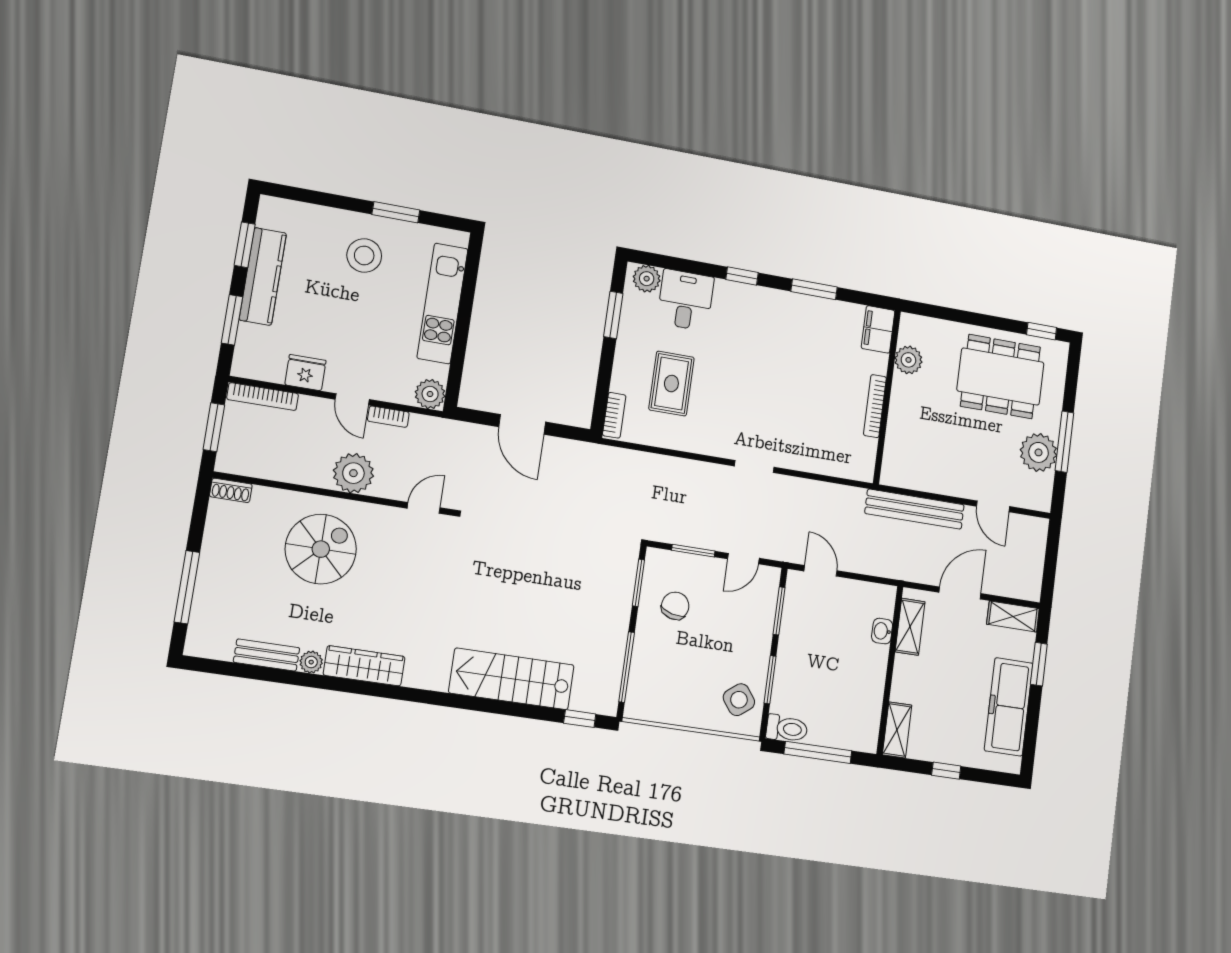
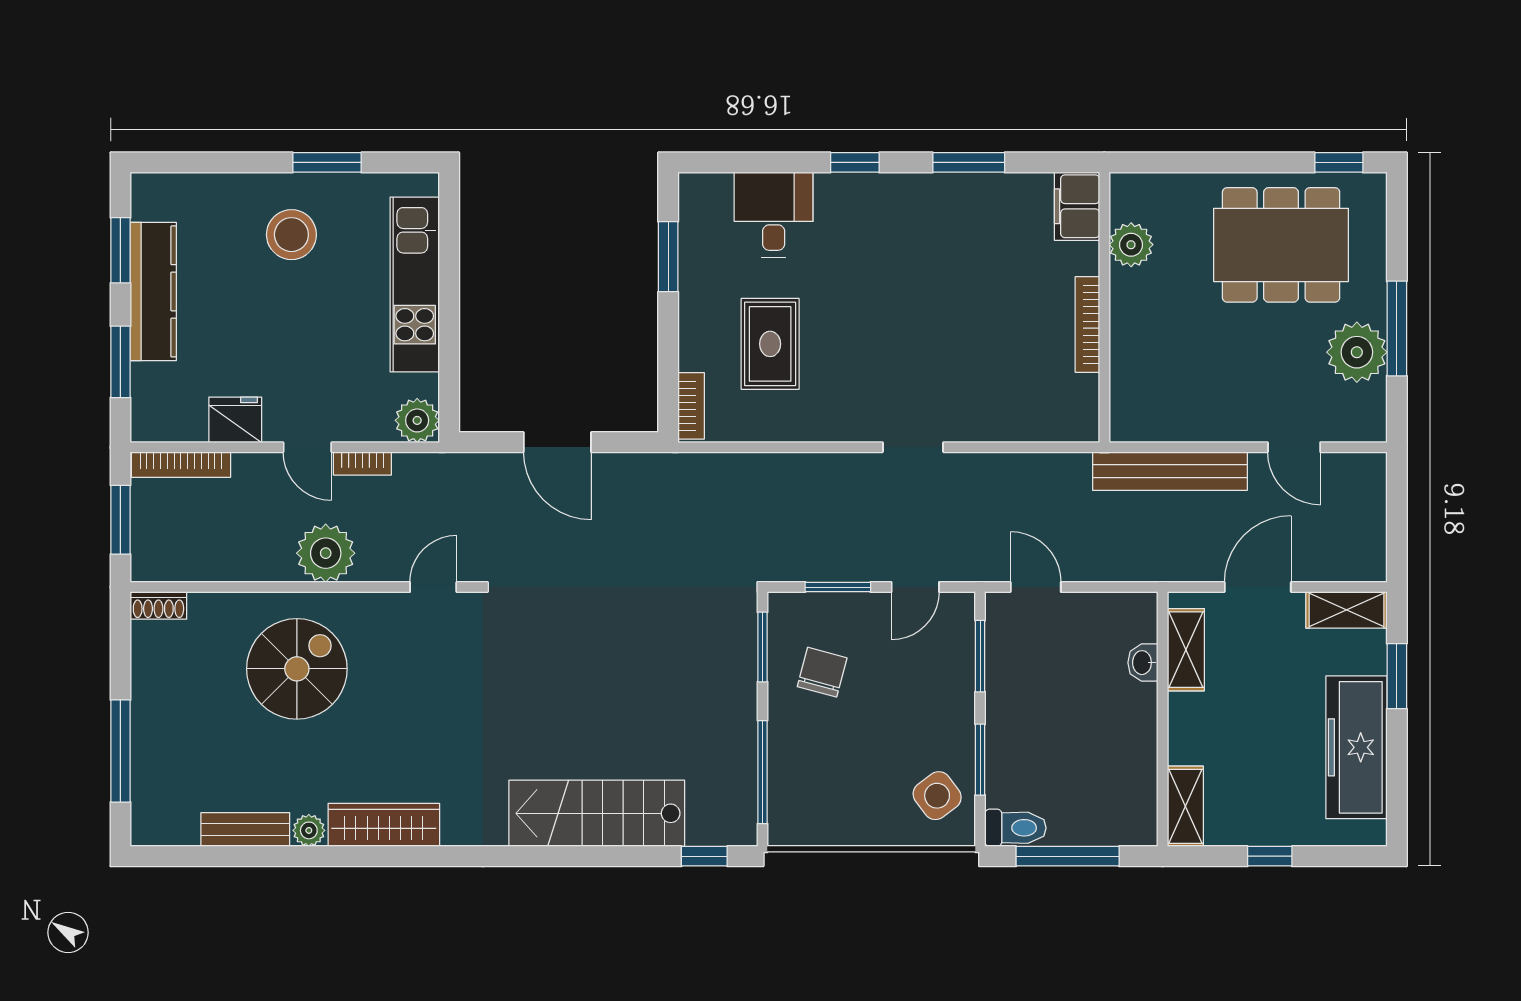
plant: (647, 279) -> (710, 193), removed

